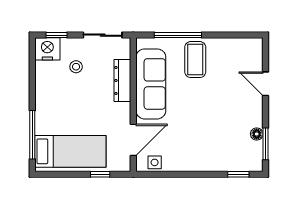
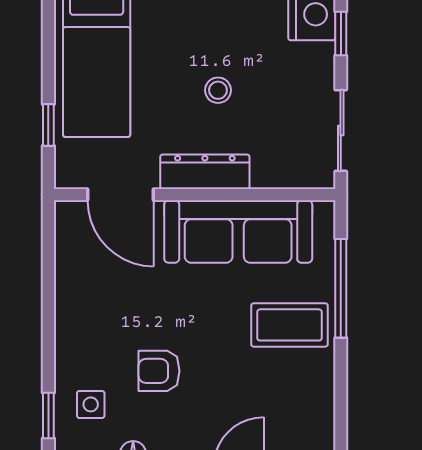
stool: (76, 67) -> (218, 90), moved
dresser: (122, 80) -> (205, 172), moved
armchair: (217, 122) -> (159, 371), added
side table: (155, 162) -> (91, 404), moved

